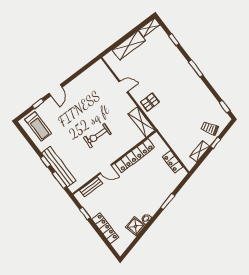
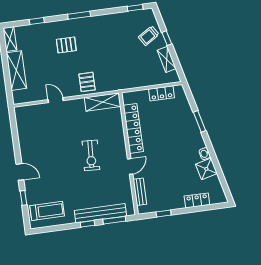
pallet: (169, 71) -> (66, 45), added
door: (123, 87) -> (56, 100), hinge flipped
locker: (105, 228) -> (197, 200), width x0.66

